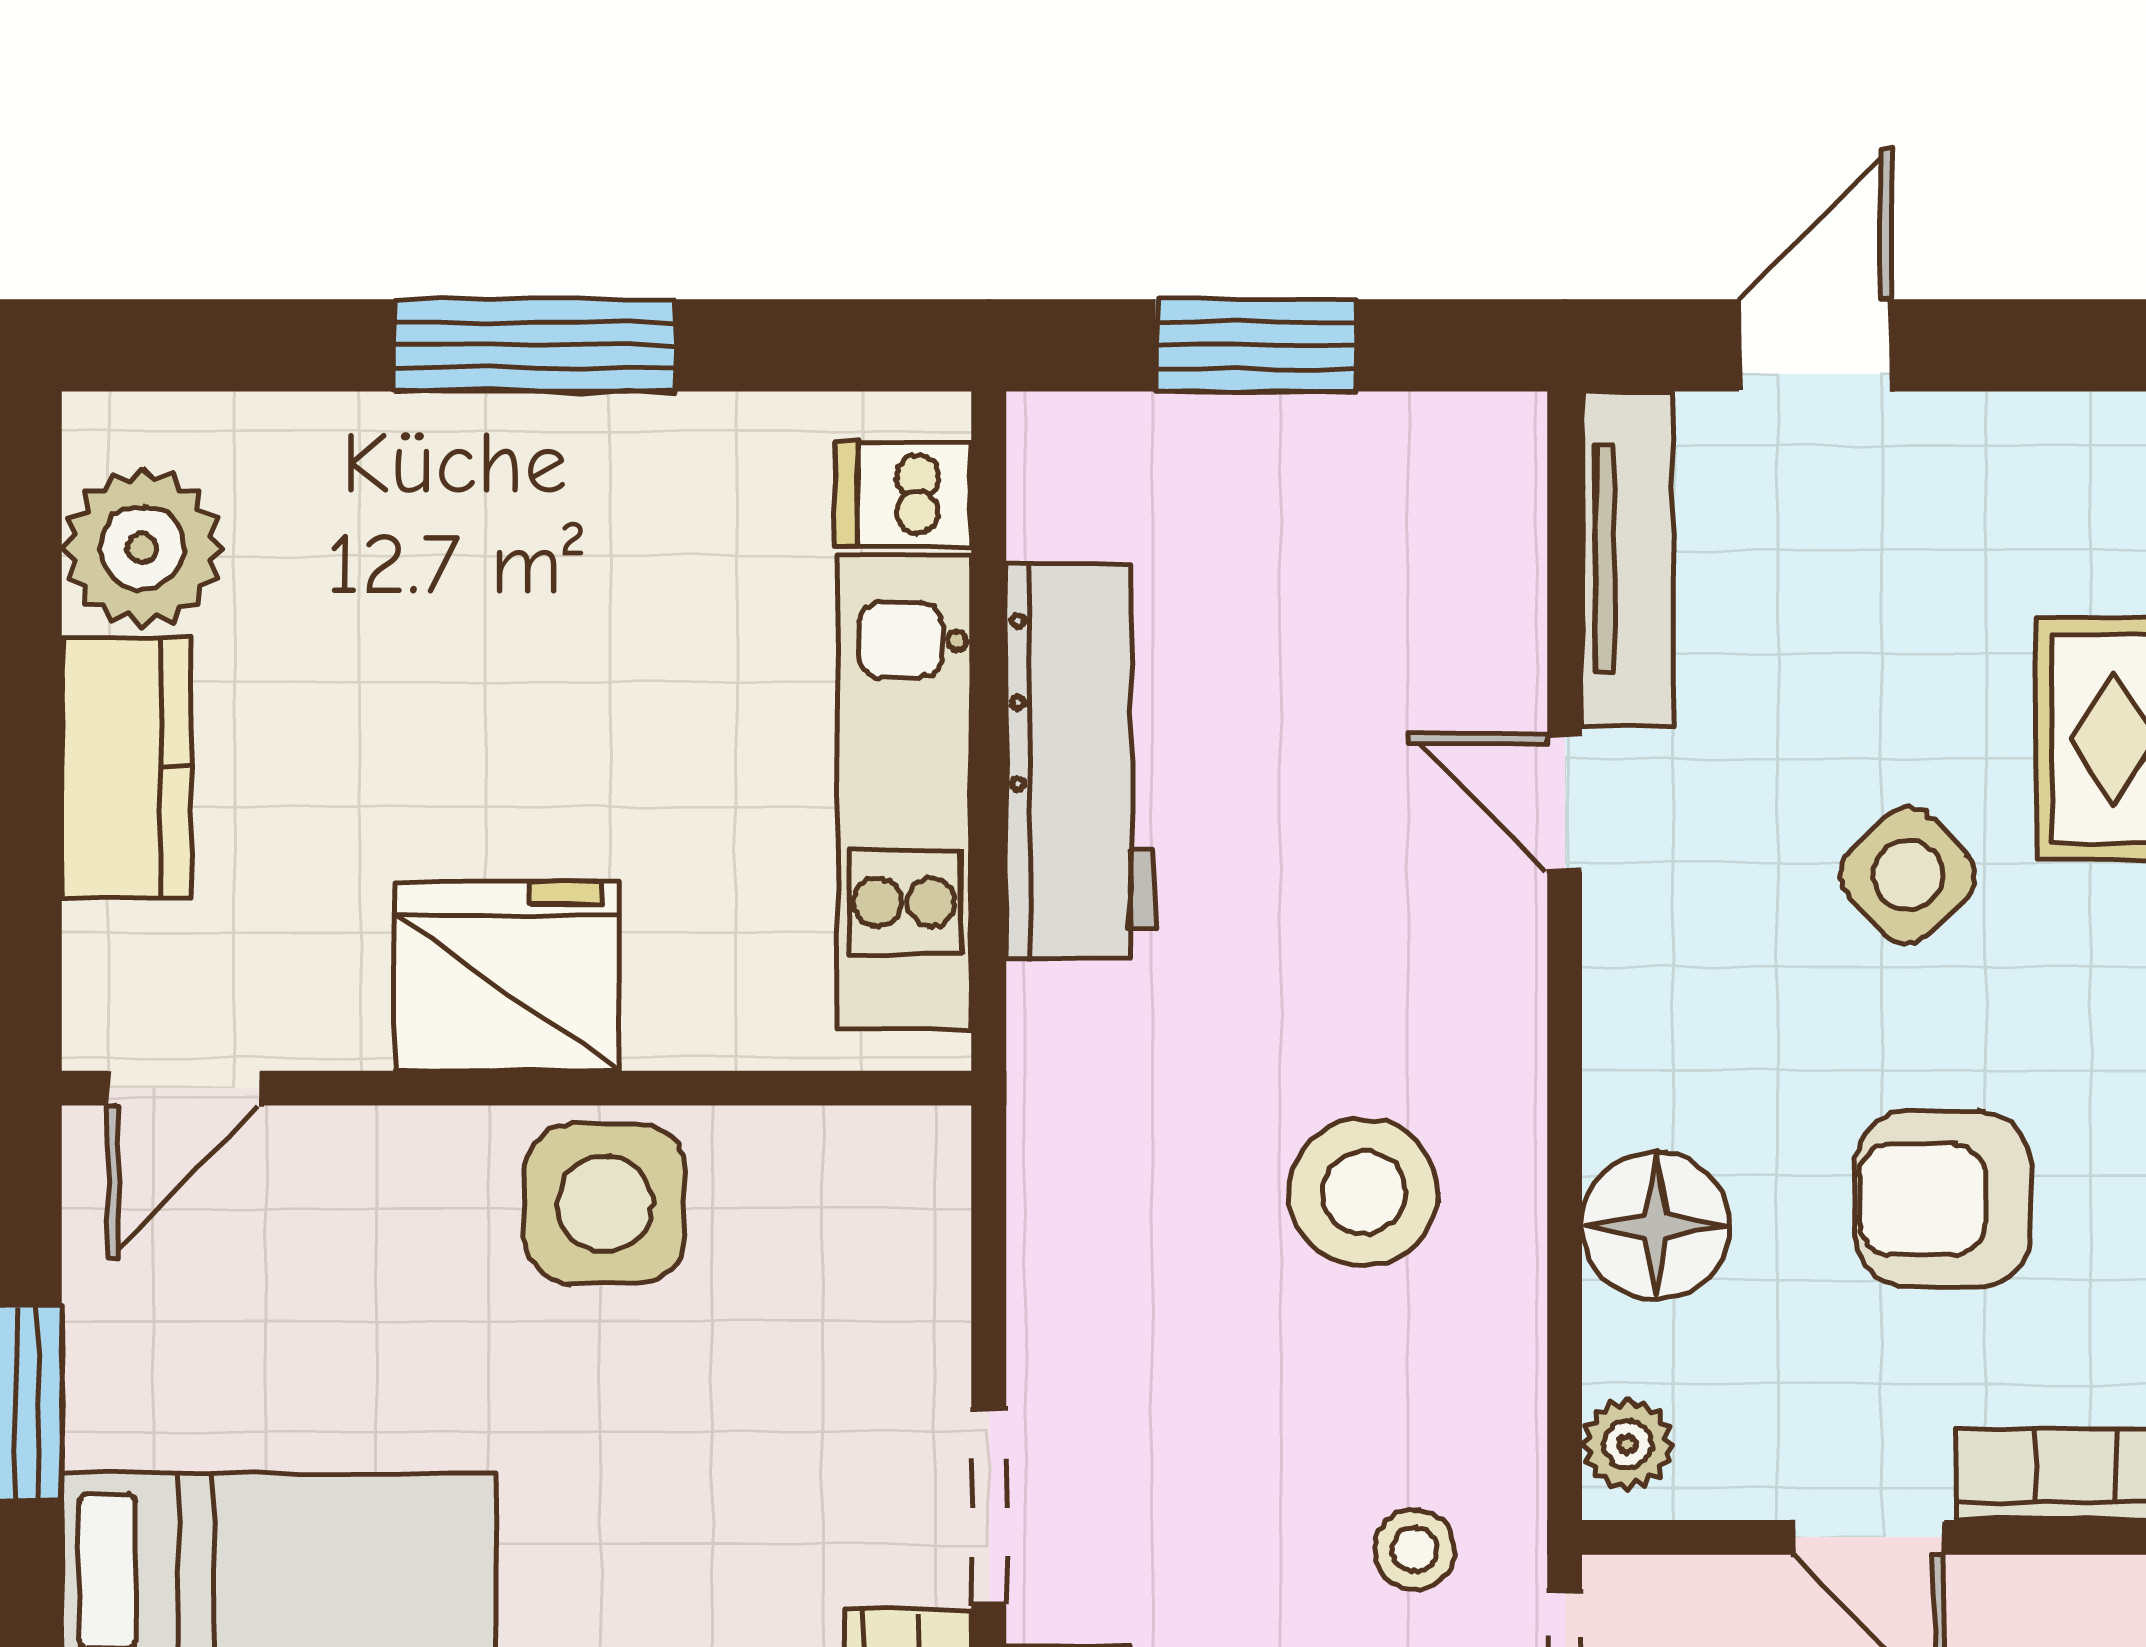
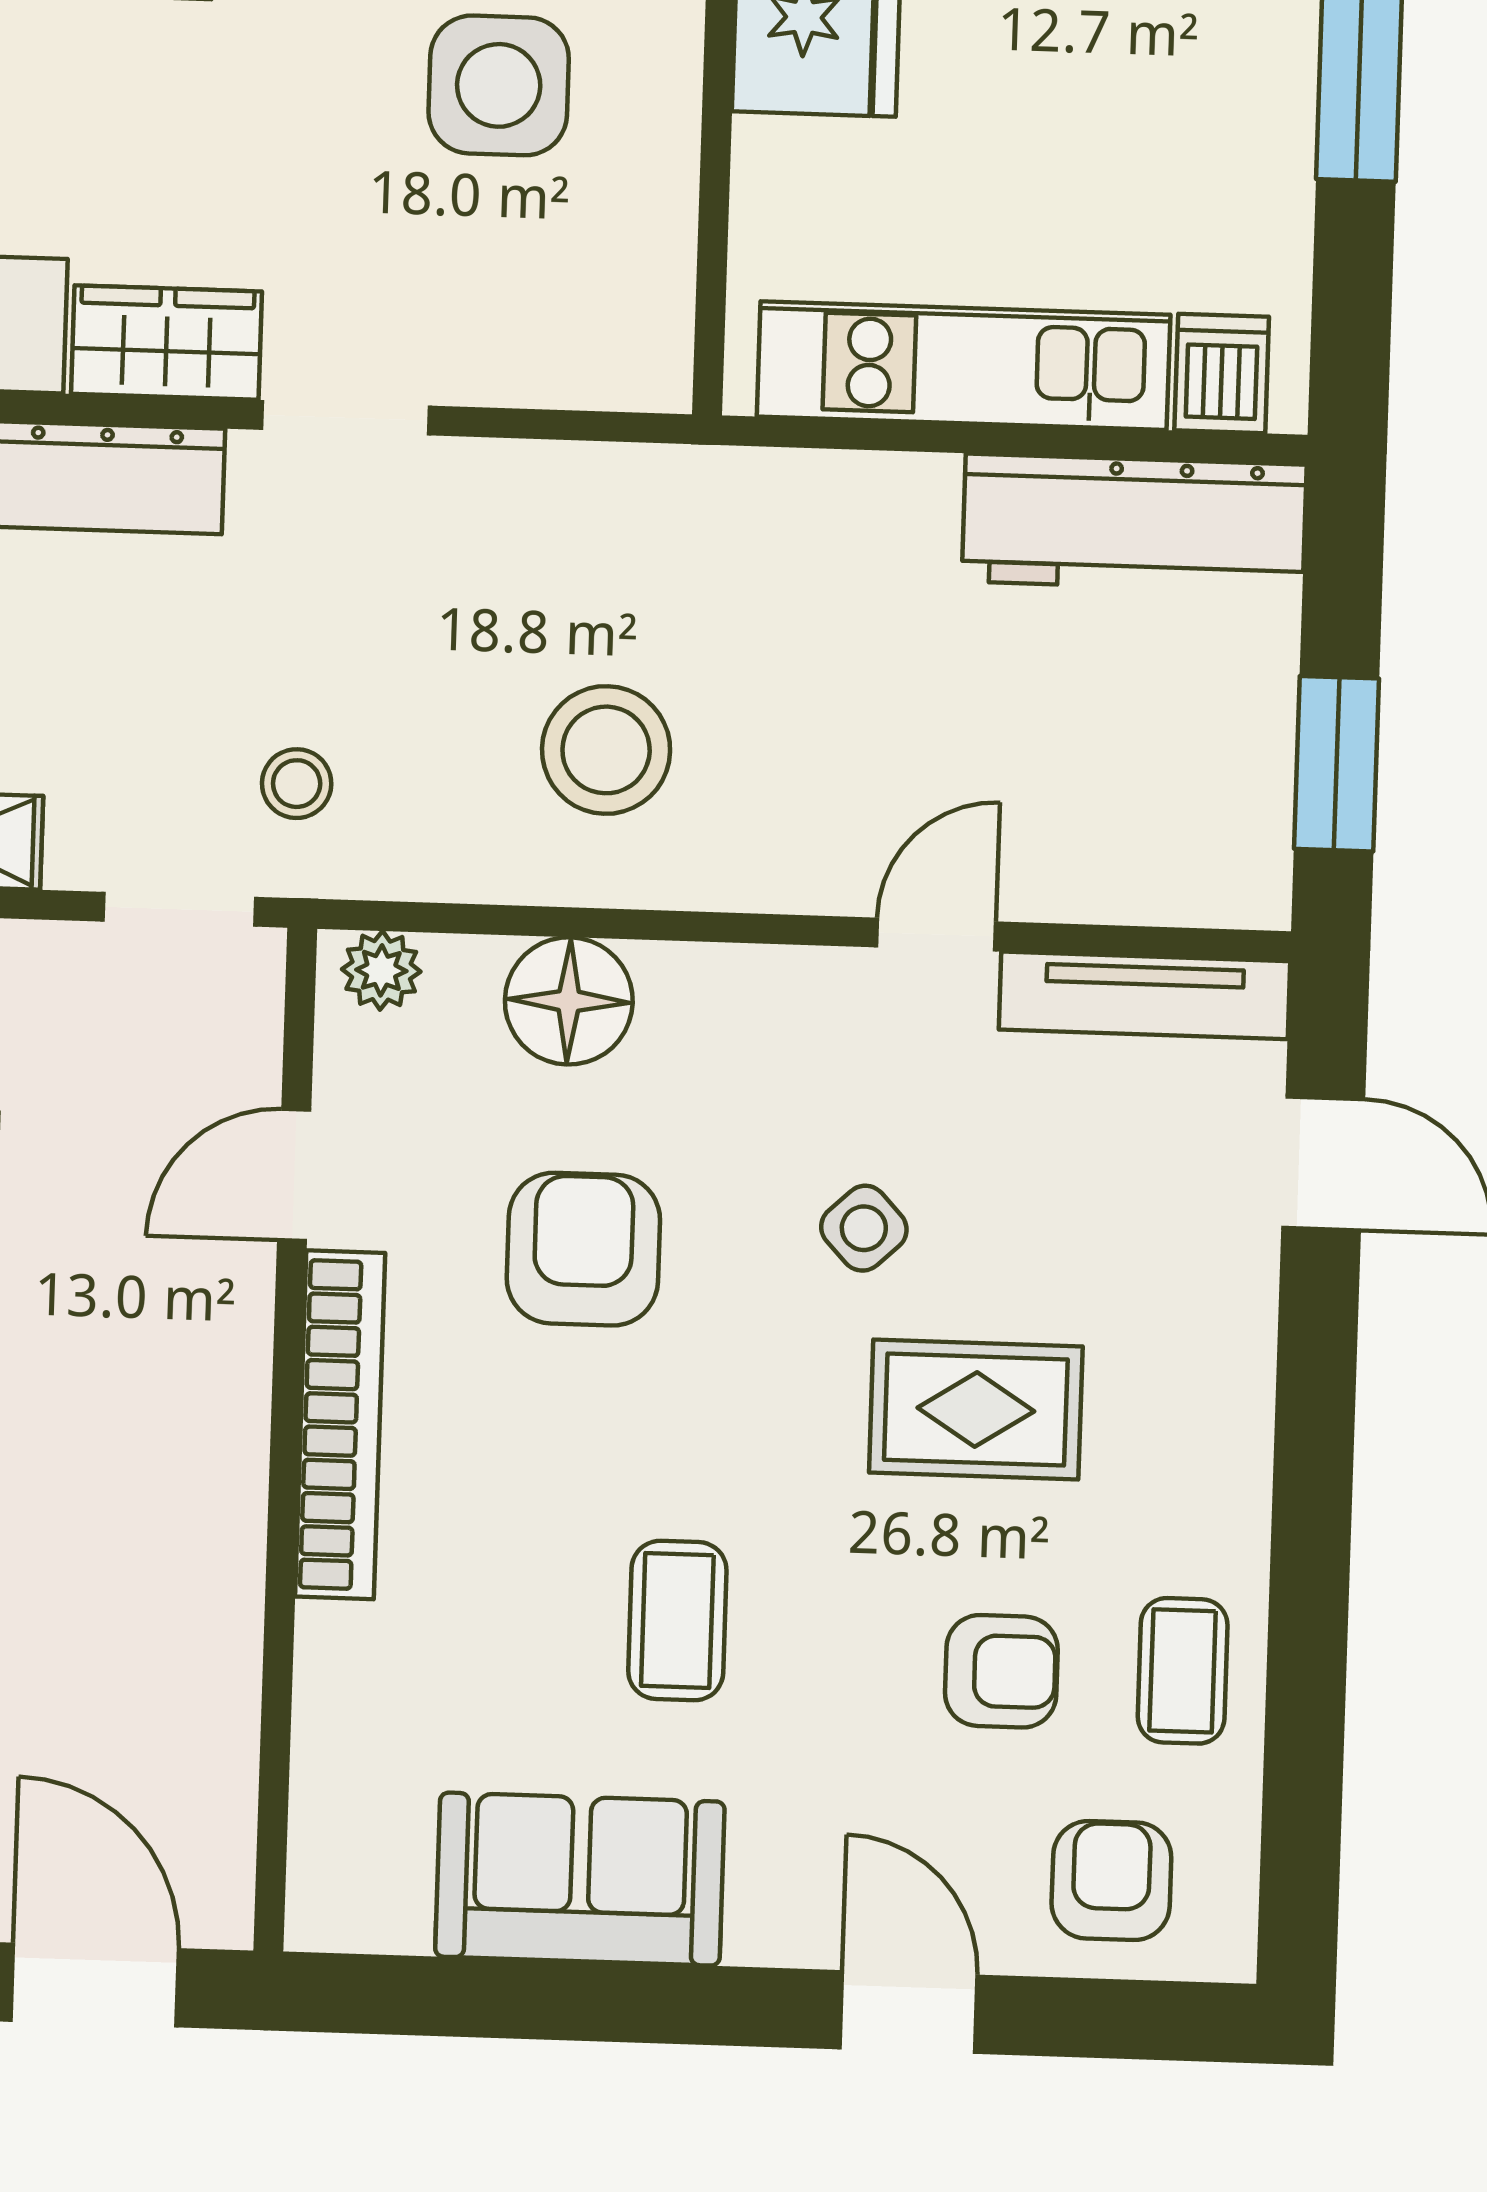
window: (1256, 345) -> (1337, 764), moved
workbench: (1080, 762) -> (1134, 523), moved
side table: (1908, 875) -> (864, 1228), width x0.73, depth x0.73
side table: (605, 1204) -> (499, 85), moved

